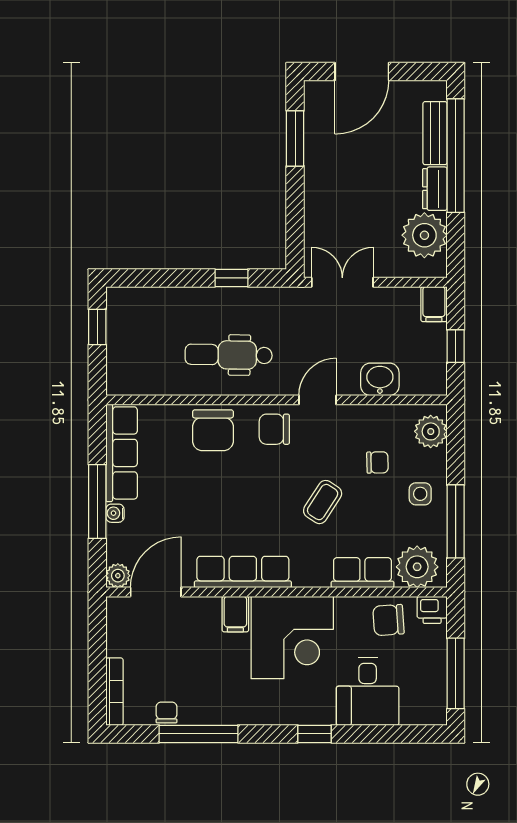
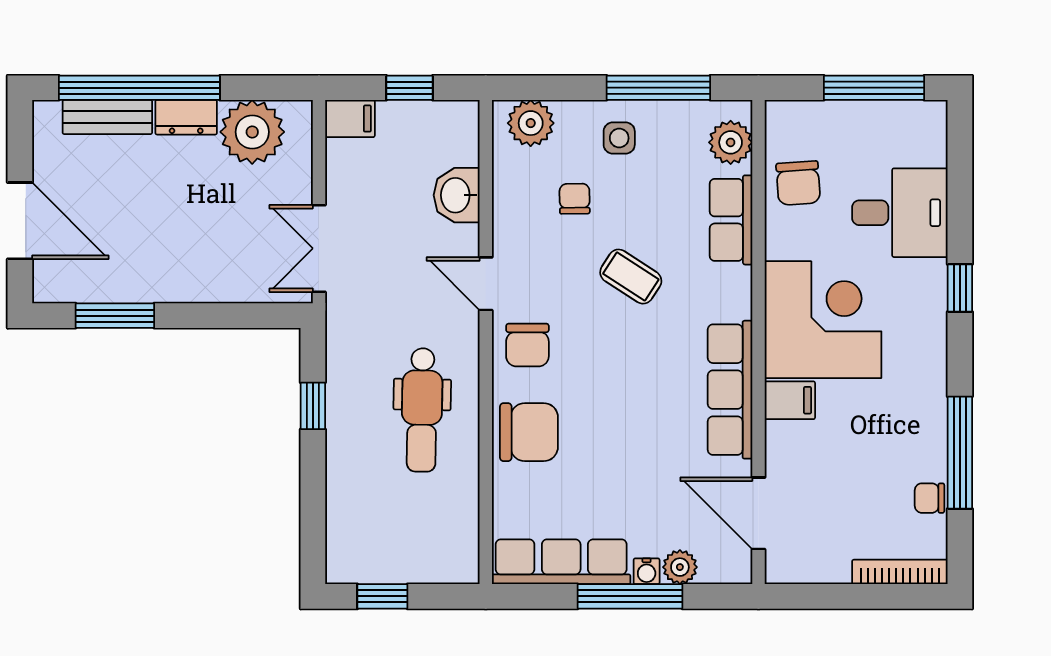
plant: (417, 567) -> (731, 142), width x0.73, depth x0.73
plant: (118, 576) -> (680, 567), moved
printer: (432, 610) -> (784, 121), removed

